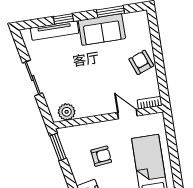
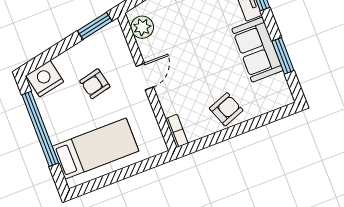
door: (127, 114) -> (145, 77), moved
armchair: (101, 156) -> (95, 84), turned 83

